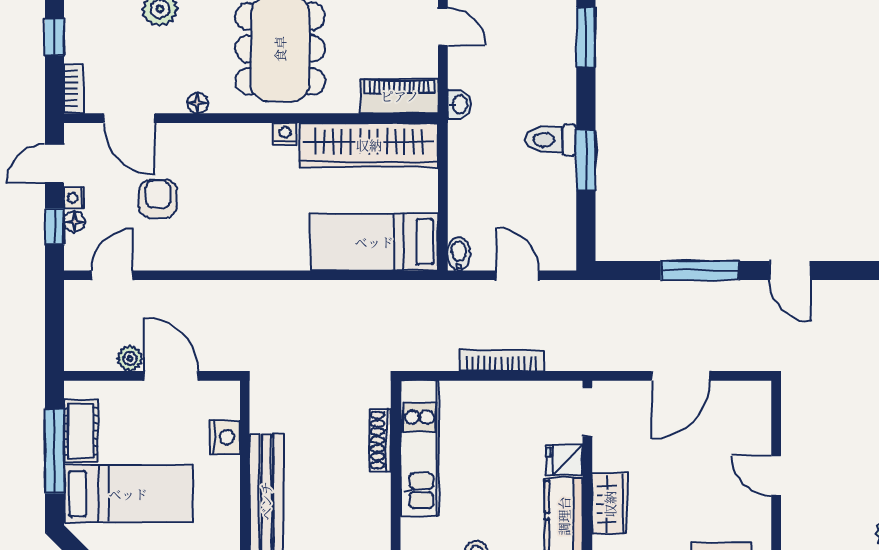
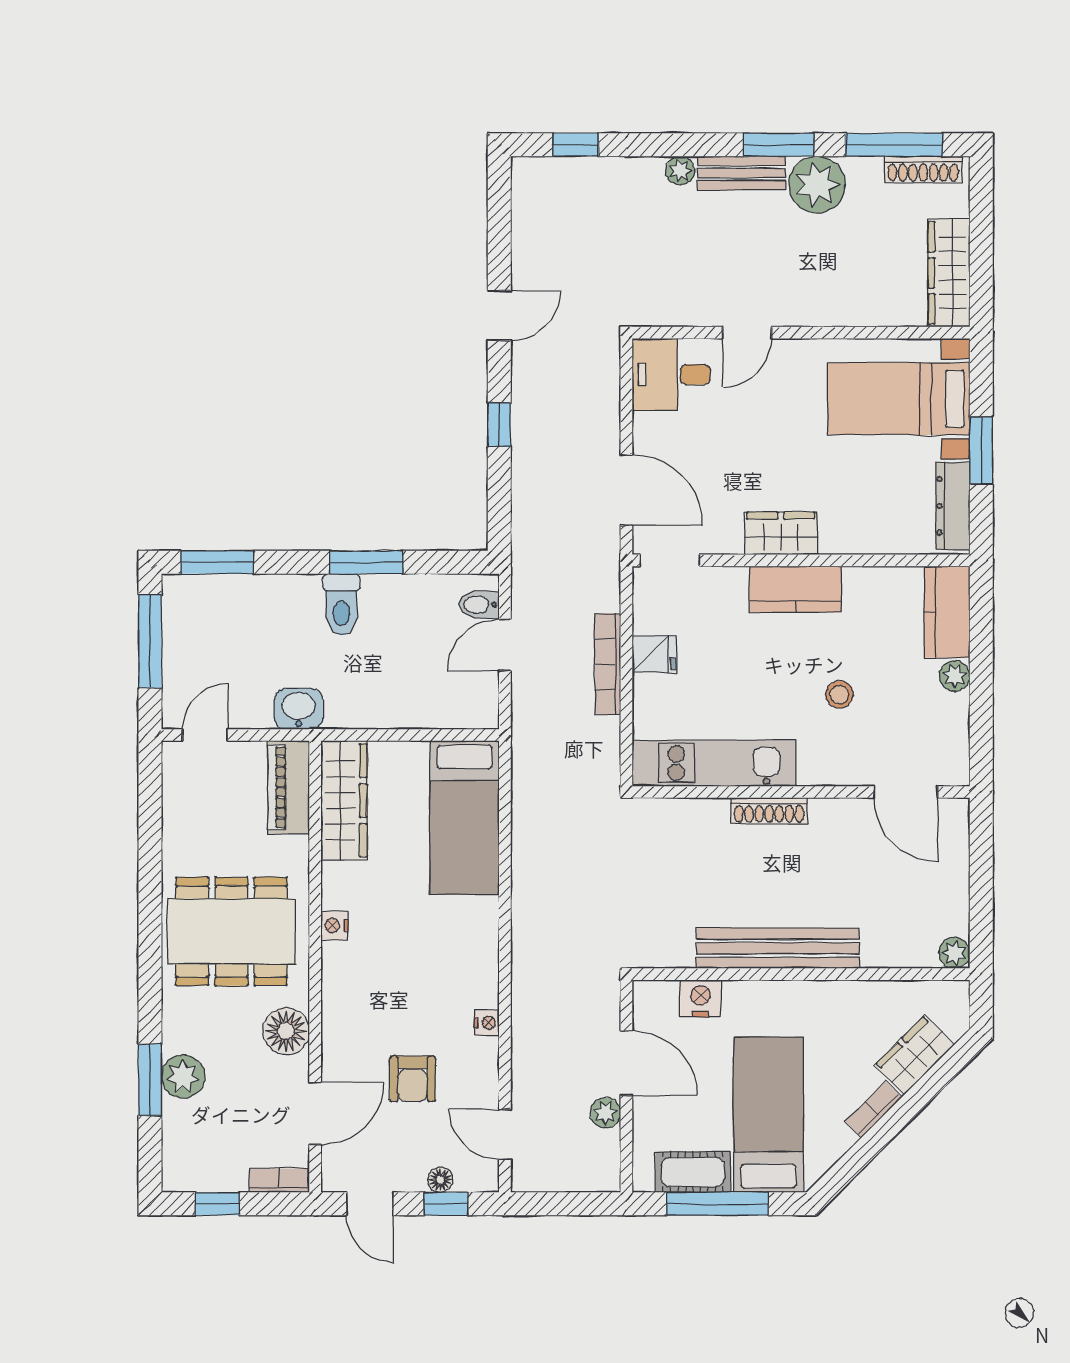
floor lamp: (198, 103) -> (286, 1031), width x1.89, depth x1.89
washbasin: (459, 104) -> (299, 709), width x1.38, depth x1.45
wardrobe: (369, 145) -> (344, 800), width x0.71, depth x0.85
nightstand: (74, 198) -> (487, 1023), moved, turned -90
armchair: (158, 199) -> (413, 1079), turned -90
bidet: (459, 254) -> (479, 605), moved
window: (700, 271) -> (499, 425), width x0.46
door: (171, 376) -> (626, 1063), swing flipped
door: (680, 376) -> (626, 490), moved
desk: (741, 413) -> (671, 375), added
shoe rack: (380, 440) -> (769, 811), moved
fridge: (564, 460) -> (654, 654), moved, turned -90

